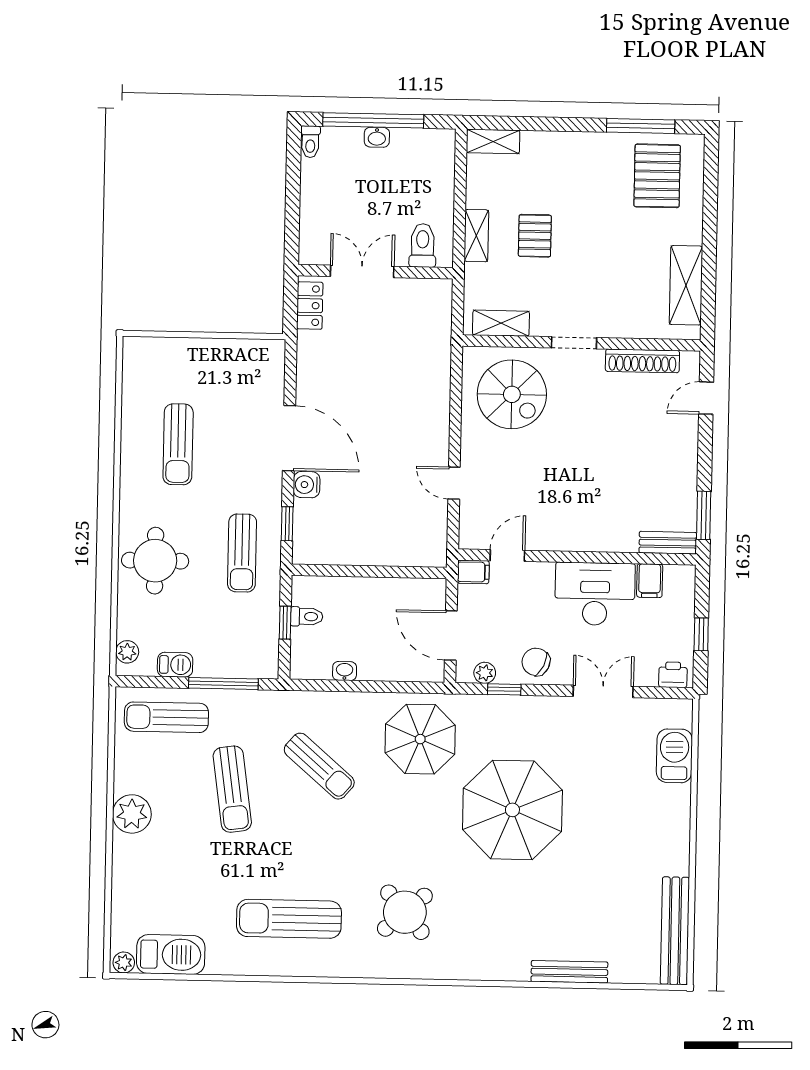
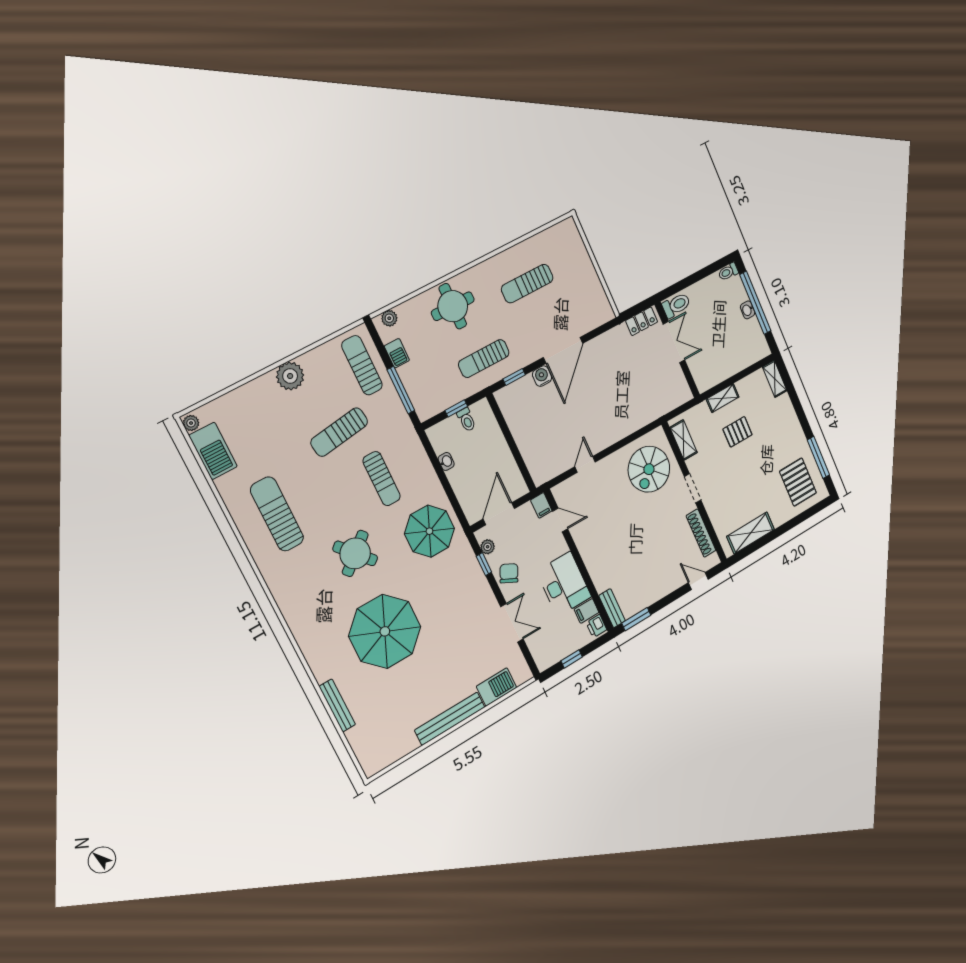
pallet: (657, 176) -> (798, 482), turned 90
toilet: (423, 245) -> (676, 305), moved
printer: (673, 675) -> (596, 626), moved, turned 180
sun lounger: (319, 766) -> (382, 479), turned -41
parasol: (512, 810) -> (385, 631), moved
round table: (405, 912) -> (355, 553), moved
bench: (675, 931) -> (450, 719), moved

